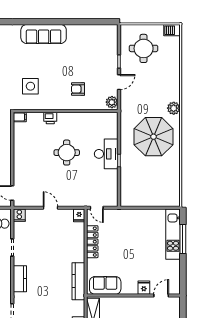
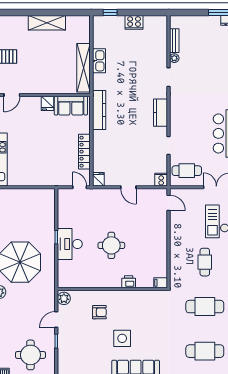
side table: (30, 86) -> (122, 338), moved
fridge: (144, 288) -> (47, 103), moved

